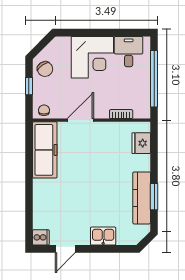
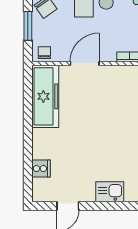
window: (29, 86) -> (28, 26), width x1.50
cooker: (41, 237) -> (41, 169), moved

